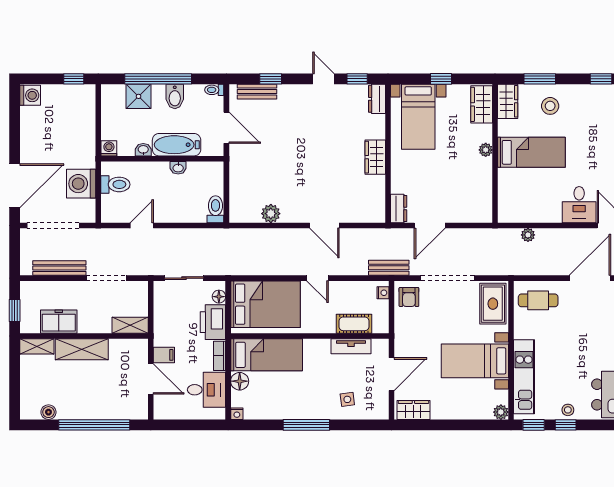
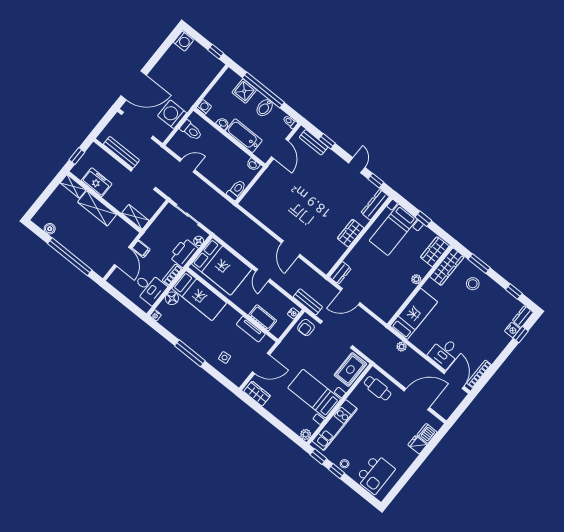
dresser: (377, 99) -> (375, 205), width x1.44
wardrobe: (508, 101) -> (447, 267), width x1.50
bed: (531, 152) -> (414, 314), moved, turned -90
washbasin: (178, 168) -> (253, 165), moved
plant: (271, 214) -> (266, 218), removed

